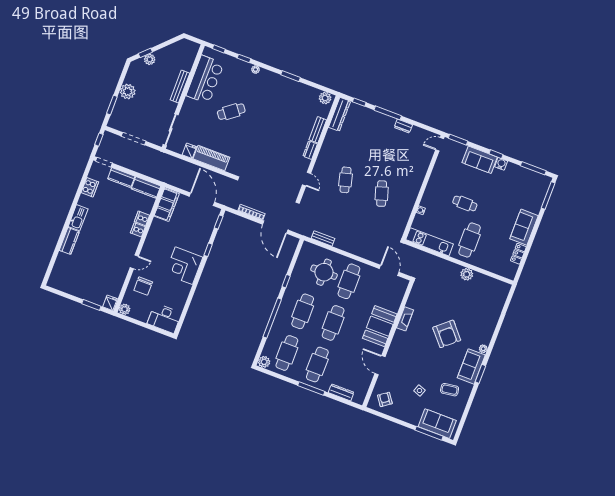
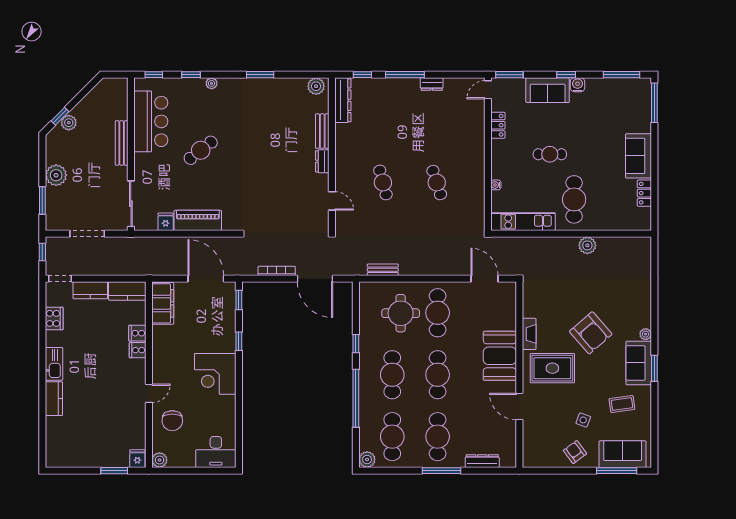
locker: (437, 171) -> (498, 125), added
rug: (412, 348) -> (552, 368), added
armchair: (385, 399) -> (575, 452), moved

